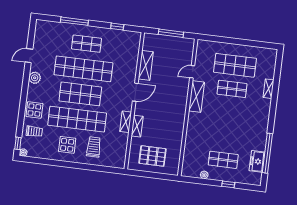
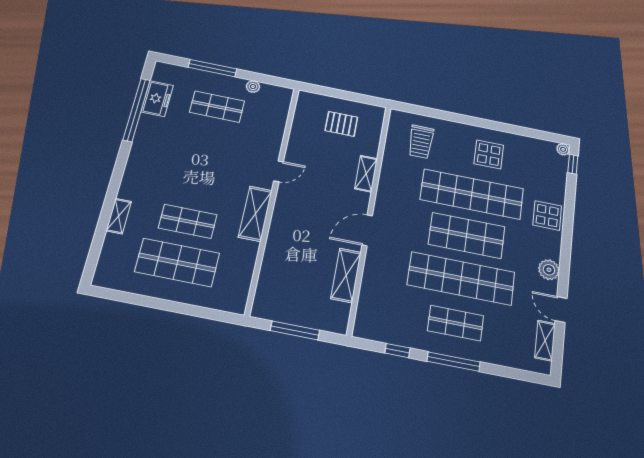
window: (74, 21) -> (454, 362), moved
door: (29, 56) -> (561, 309), swing flipped
door: (192, 72) -> (279, 171), moved
shelving: (126, 122) -> (545, 341), moved
trolley: (34, 131) -> (546, 181), removed
trolley: (94, 147) -> (421, 142), moved
pallet: (152, 156) -> (341, 124), width x0.67, depth x0.71
window: (228, 184) -> (213, 68), width x2.17

